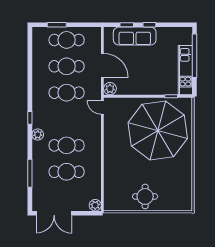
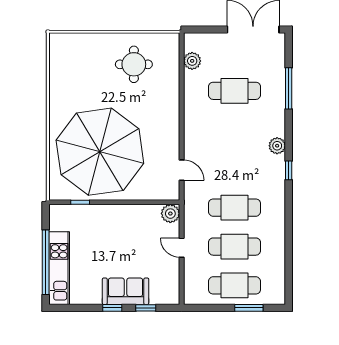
sofa: (135, 36) -> (126, 291), width x0.73
door: (102, 65) -> (182, 248), width x0.53
kitchen unit: (185, 70) -> (59, 268), moved
door: (102, 107) -> (182, 170), moved
cafe table: (67, 145) -> (234, 130), removed
round table: (145, 196) -> (134, 64), moved
plant: (95, 205) -> (192, 61), moved

